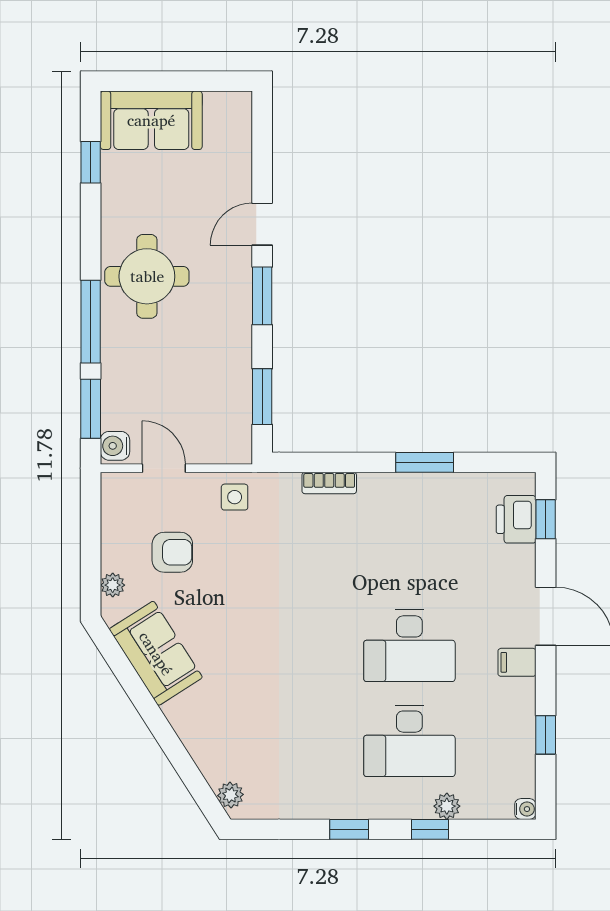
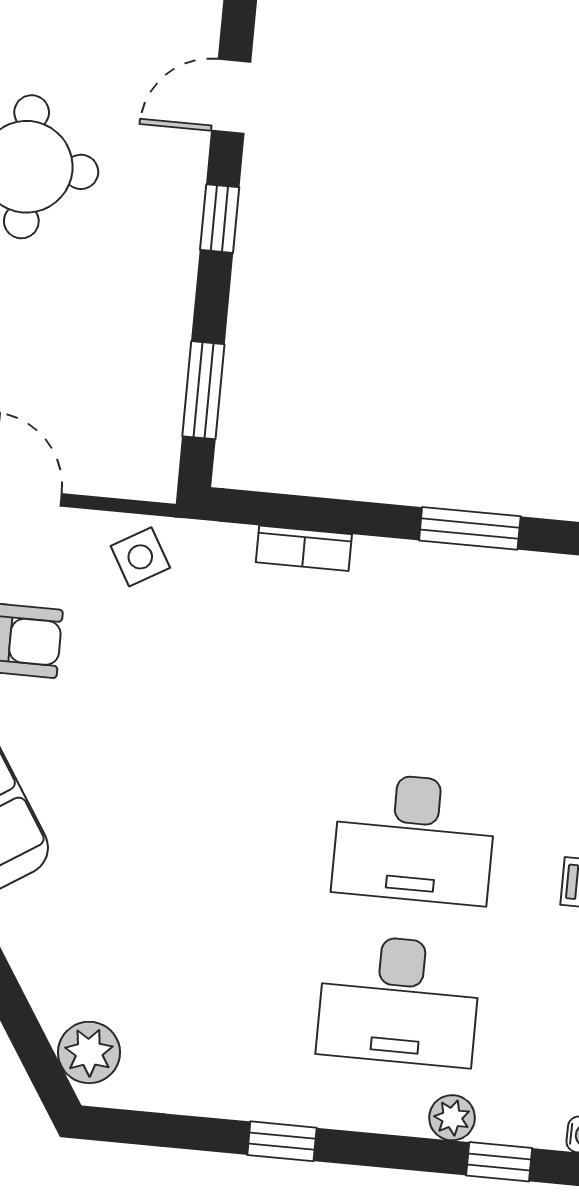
window: (262, 296) -> (220, 219), width x0.67
side table: (235, 497) -> (140, 557), turned -30
plant: (230, 795) -> (89, 1052), width x1.38, depth x1.38
window: (430, 829) -> (499, 1162), moved

